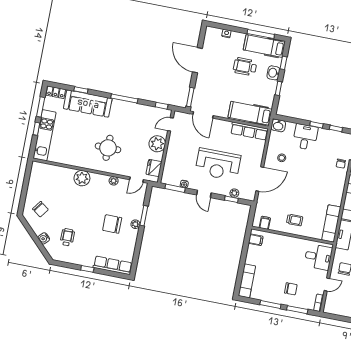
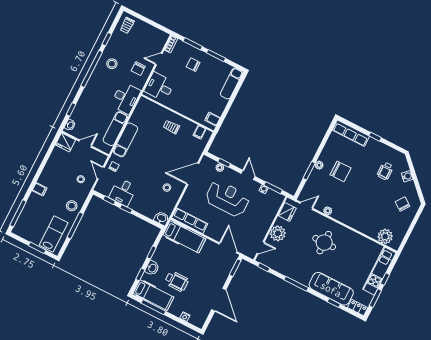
desk: (305, 137) -> (123, 192), moved
plant: (82, 178) -> (385, 236), moved
exam couch: (331, 223) -> (126, 140), moved

